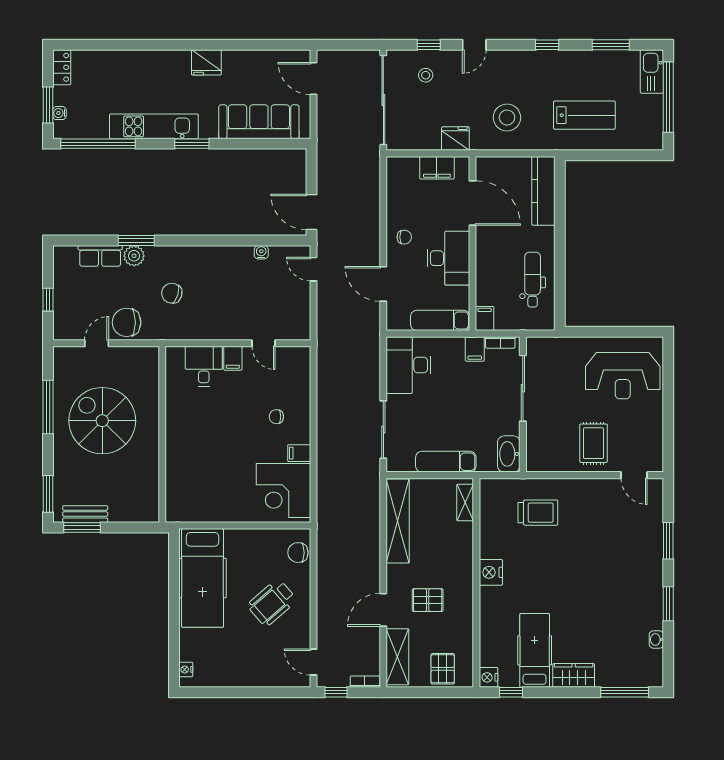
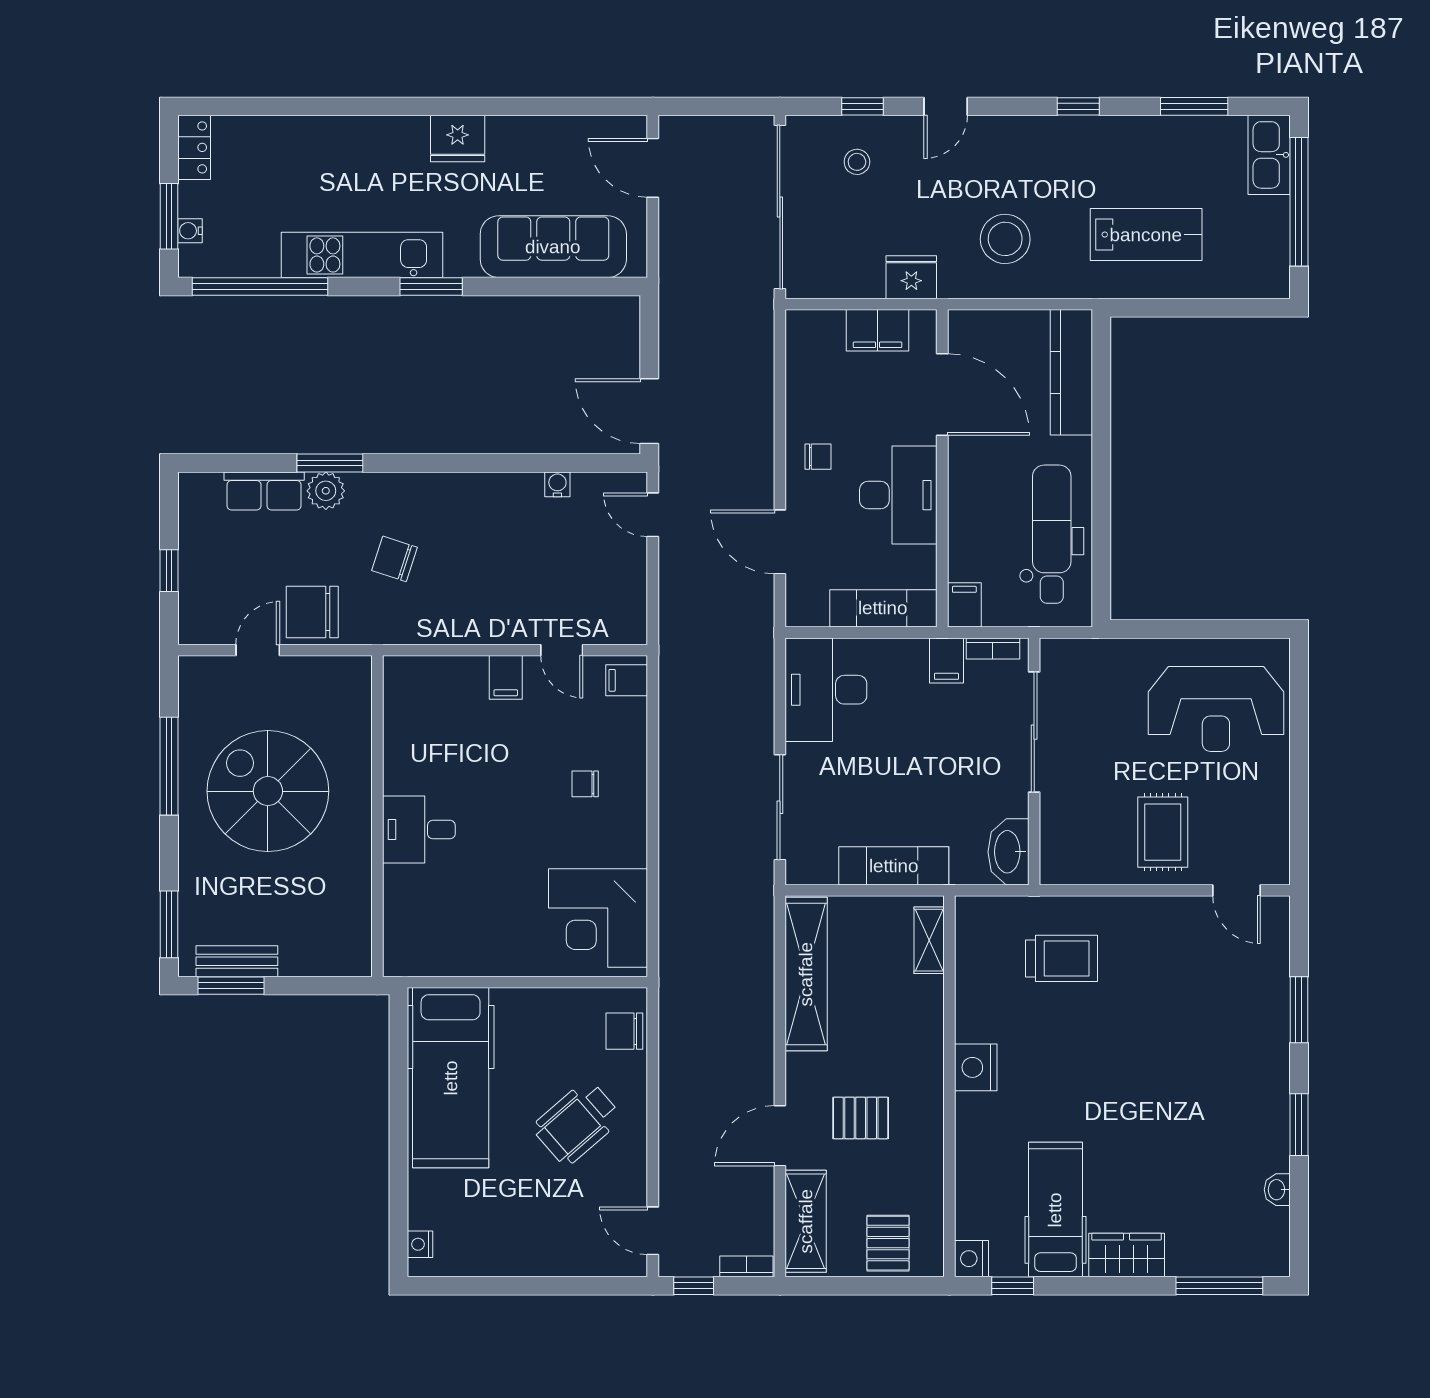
dental chair: (533, 280) -> (1052, 534), width x1.36, depth x1.38
desk: (204, 366) -> (419, 830), moved, turned -90
filing cabinet: (299, 453) -> (627, 680), moved

